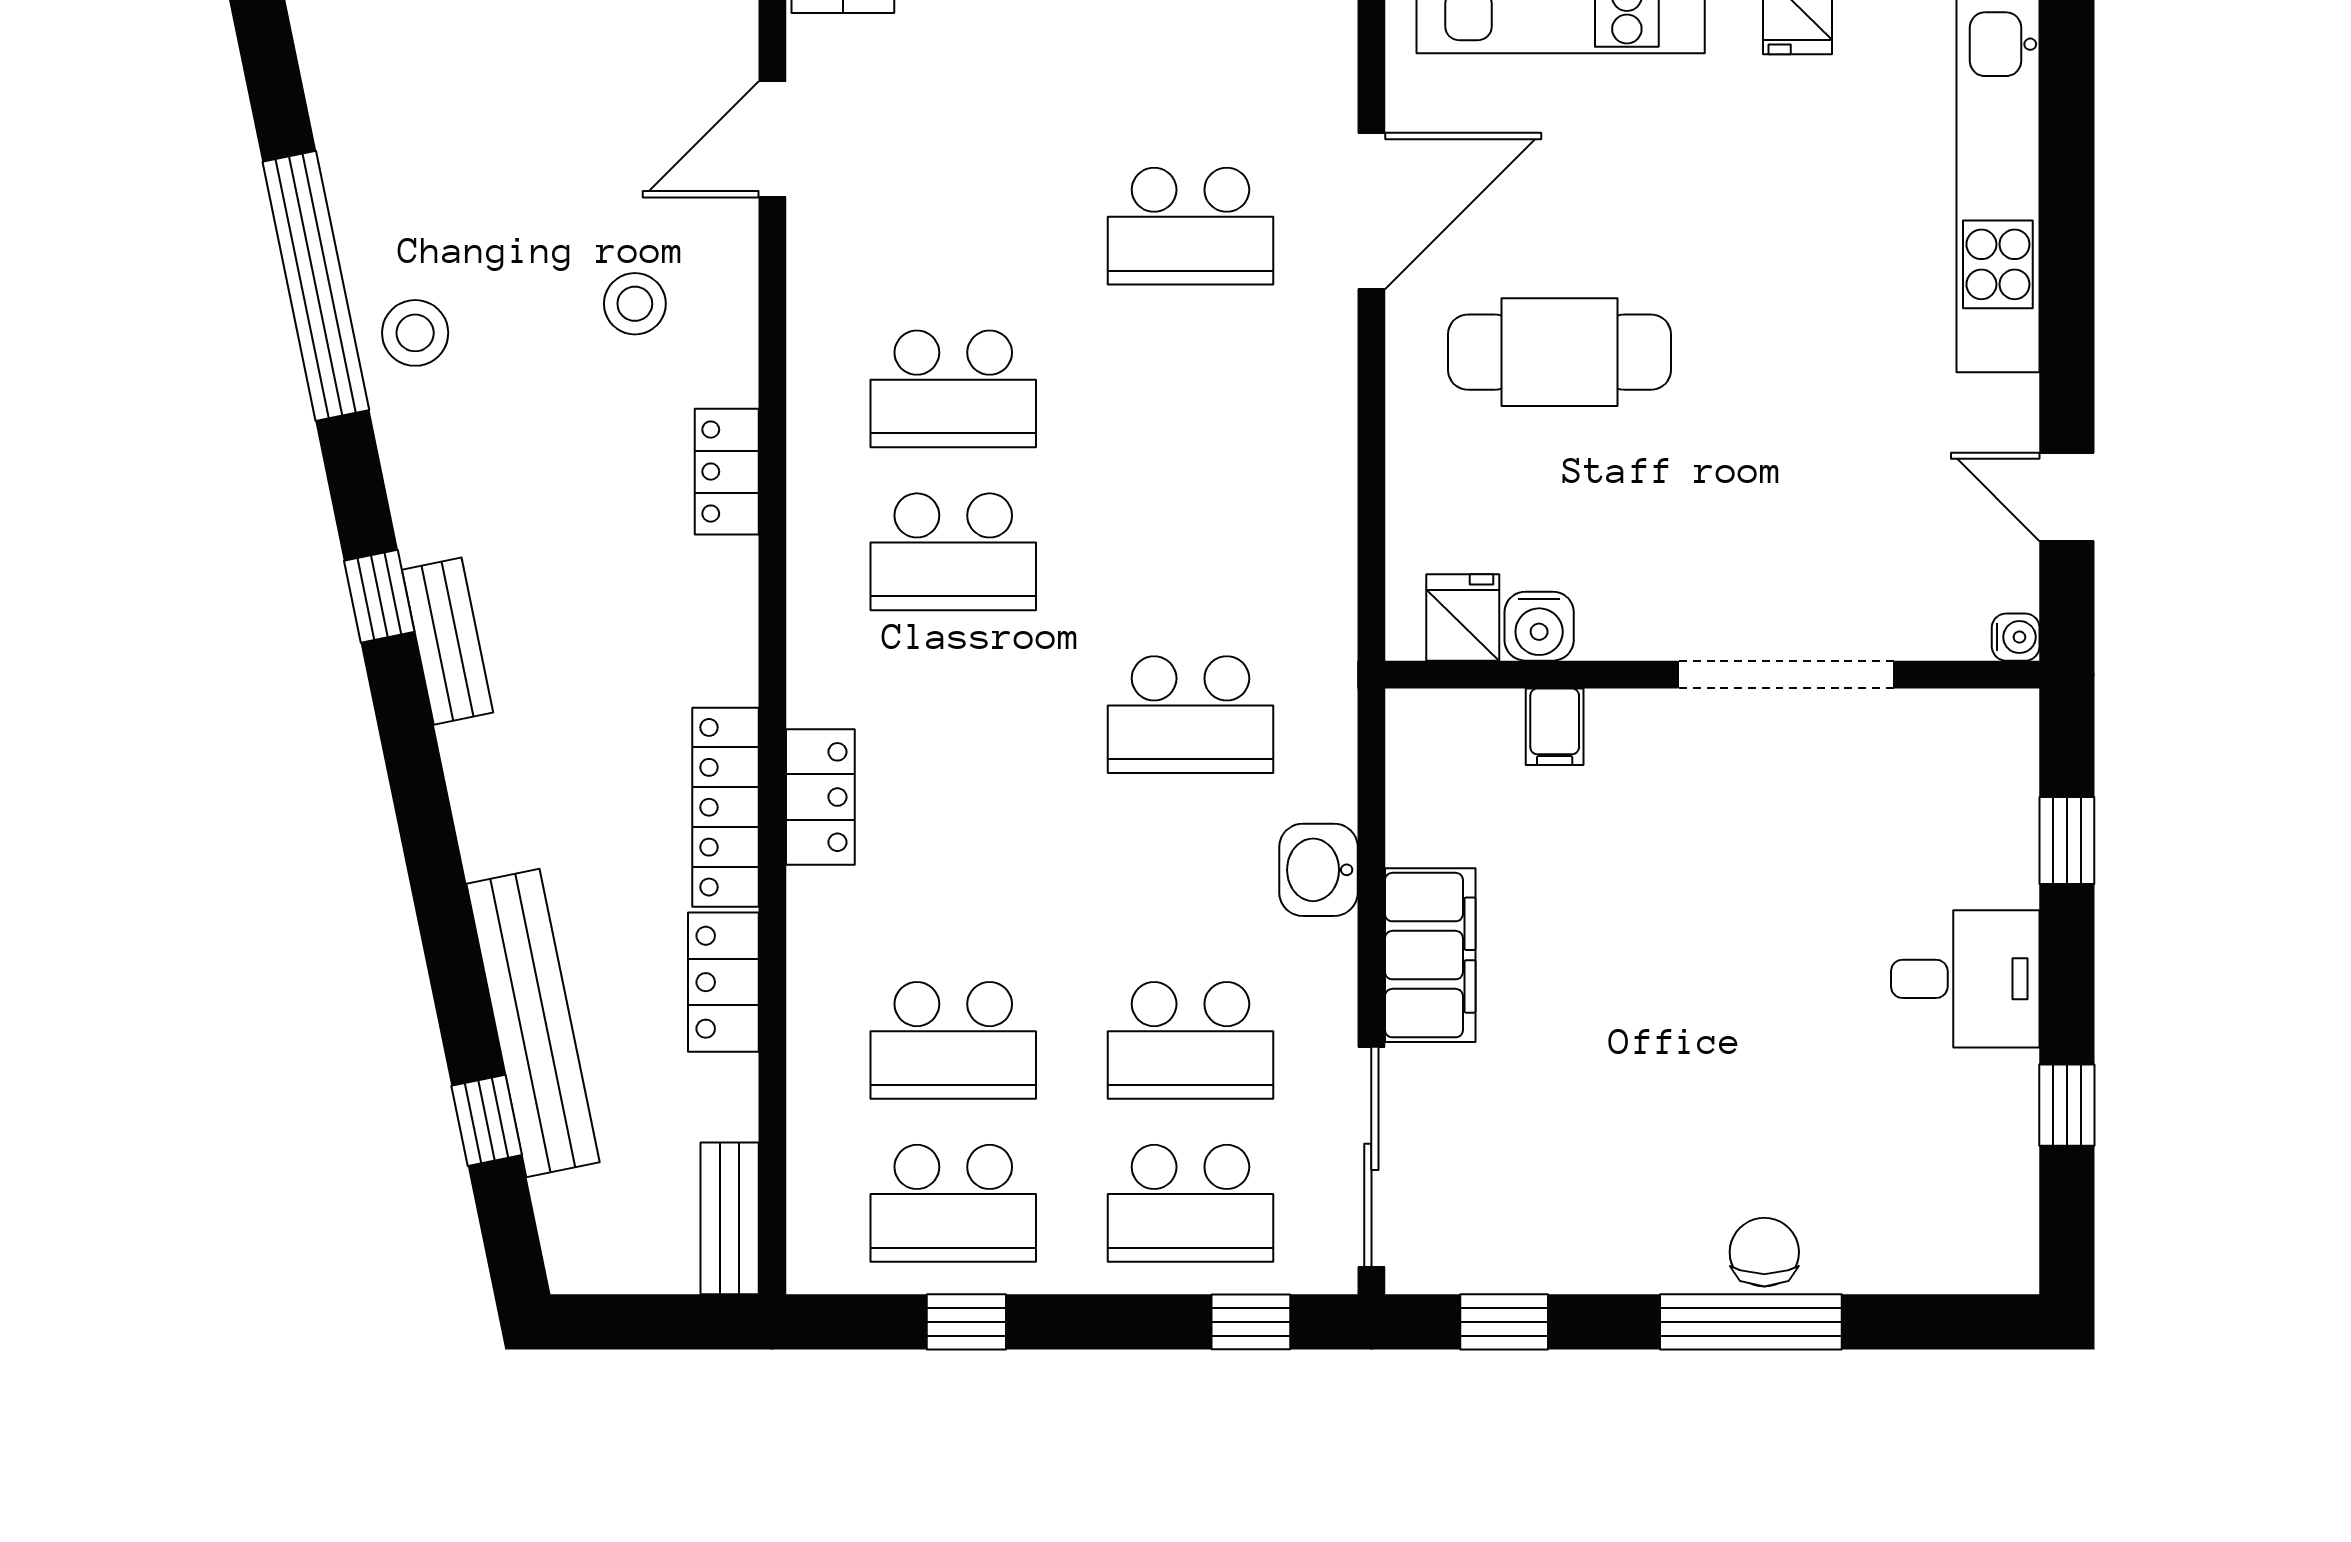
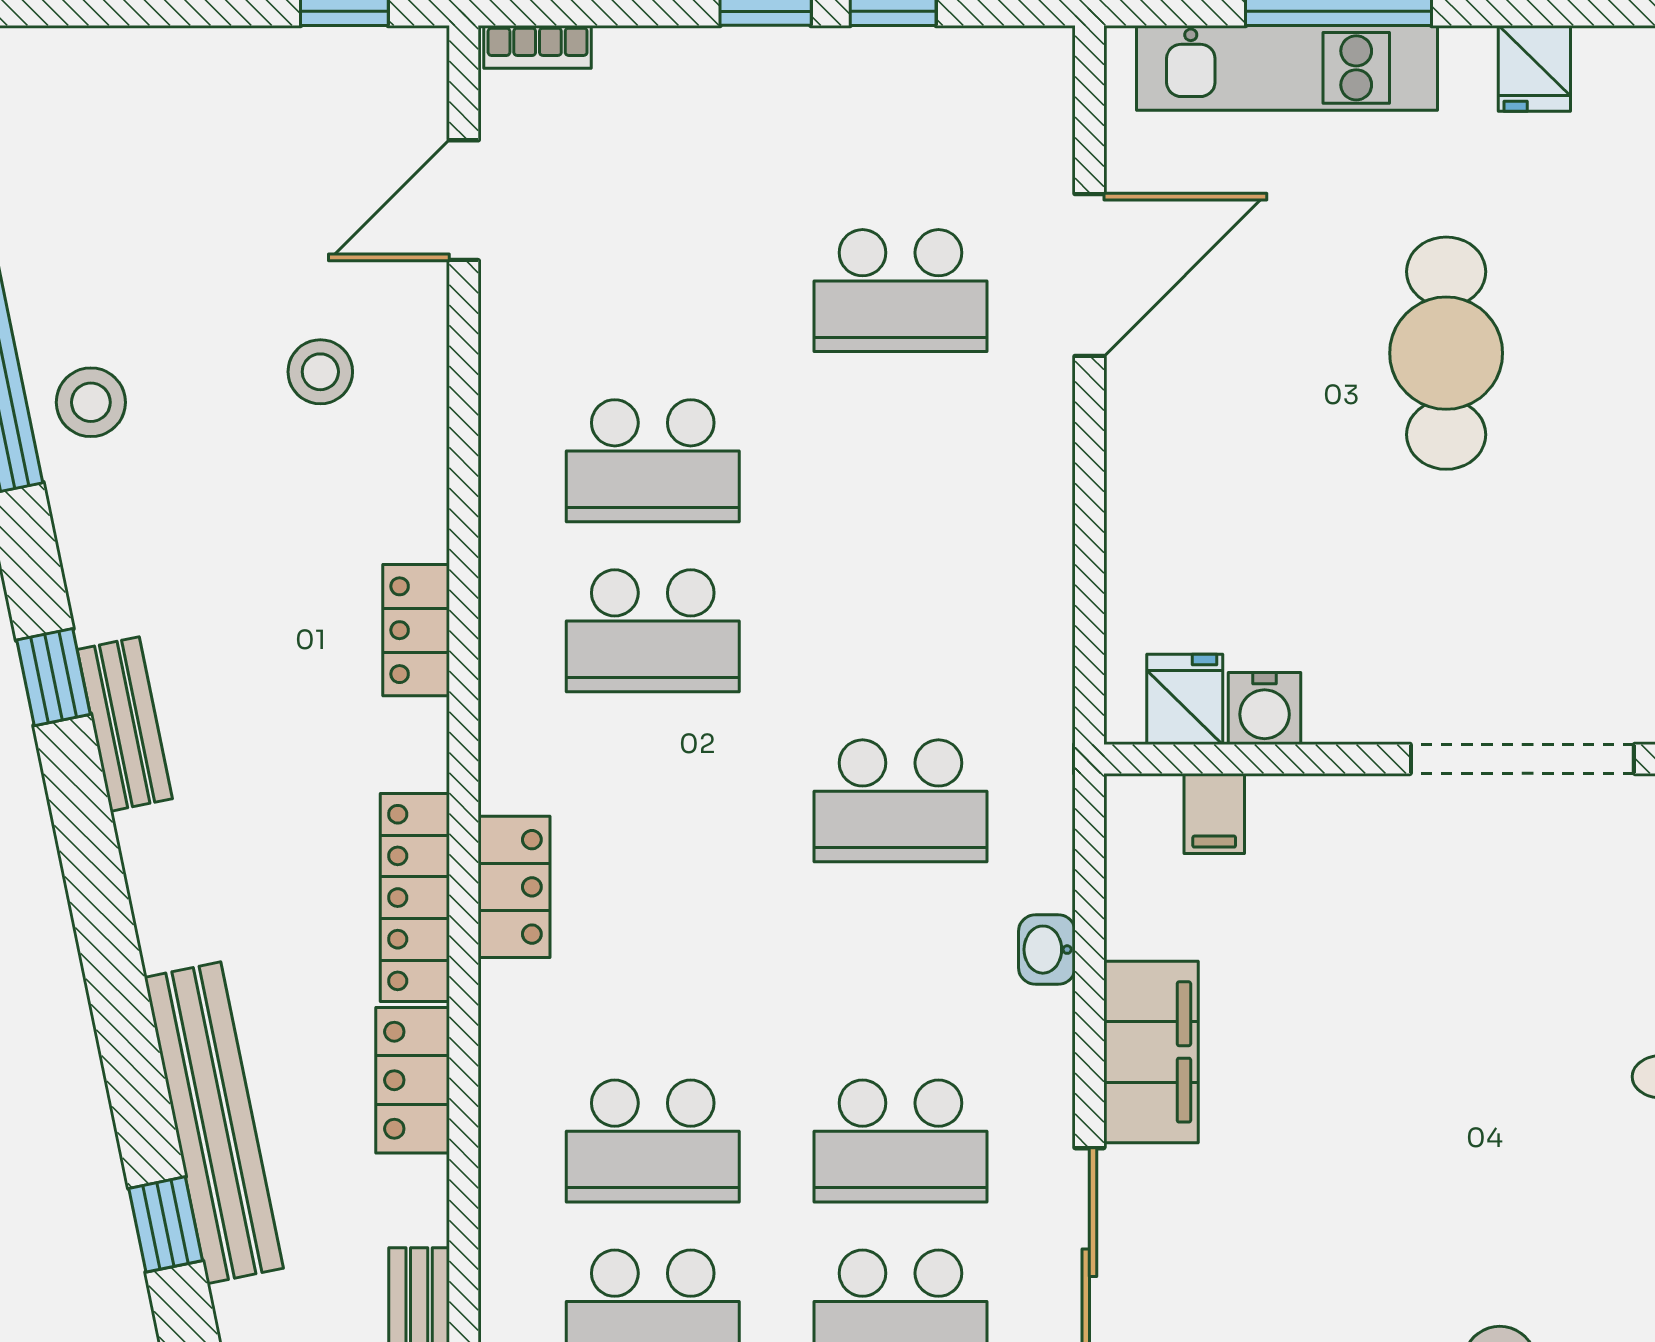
cafe table: (1559, 352) -> (1446, 353), moved, turned 90
locker: (727, 472) -> (416, 630), moved
filing cabinet: (1555, 727) -> (1214, 813), moved
washbasin: (1318, 870) -> (1047, 950), width x0.72, depth x0.69

